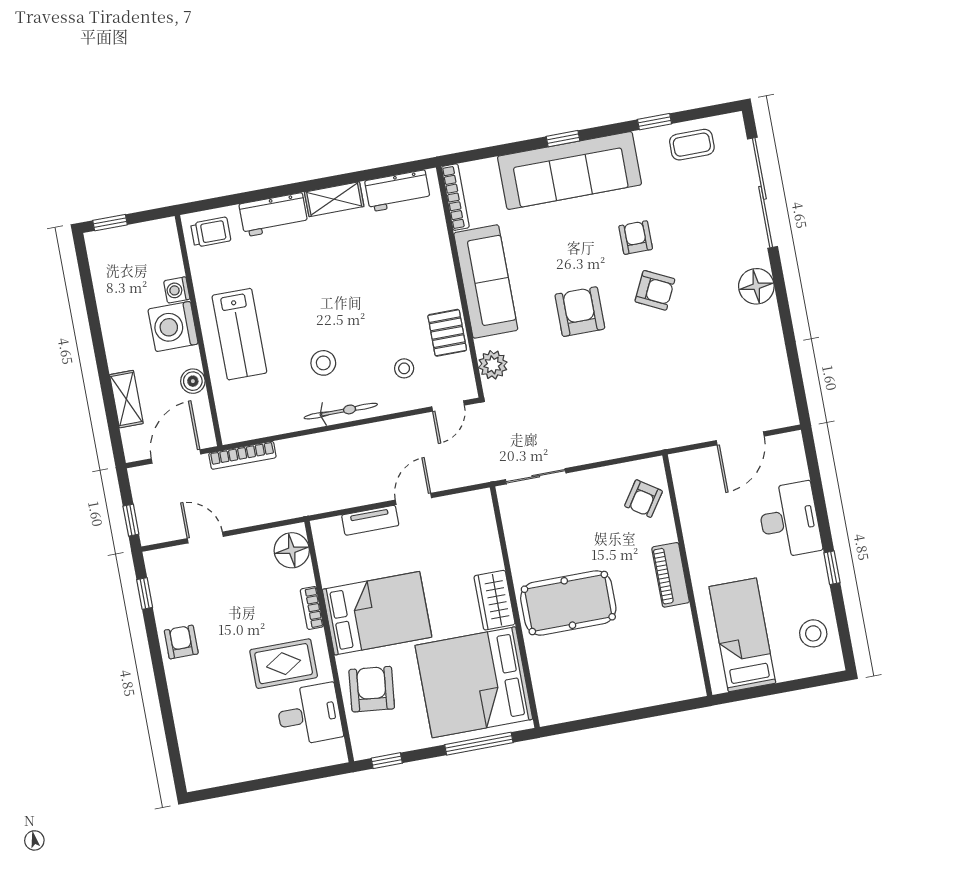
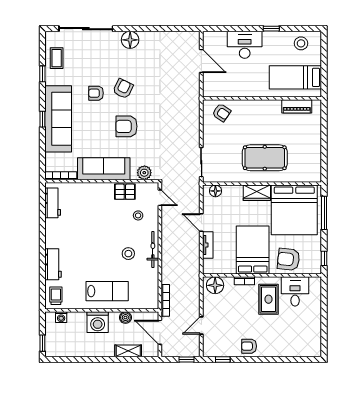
shelving: (334, 199) -> (51, 234), removed
washing machine: (177, 290) -> (61, 317), moved
floor lamp: (483, 516) -> (215, 191), added
piano: (671, 575) -> (297, 106), moved
pool table: (568, 603) -> (265, 158), turned 90

